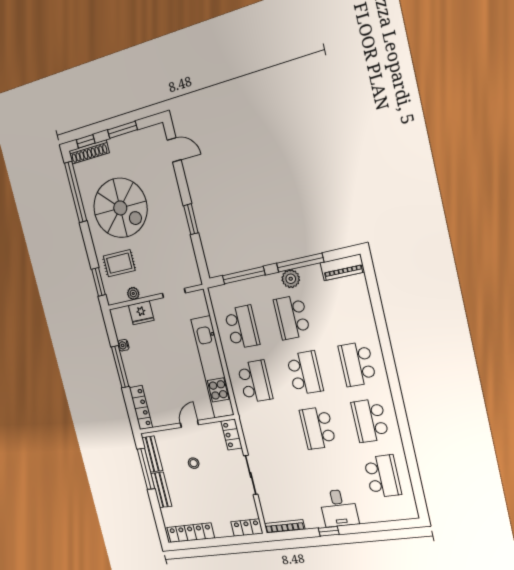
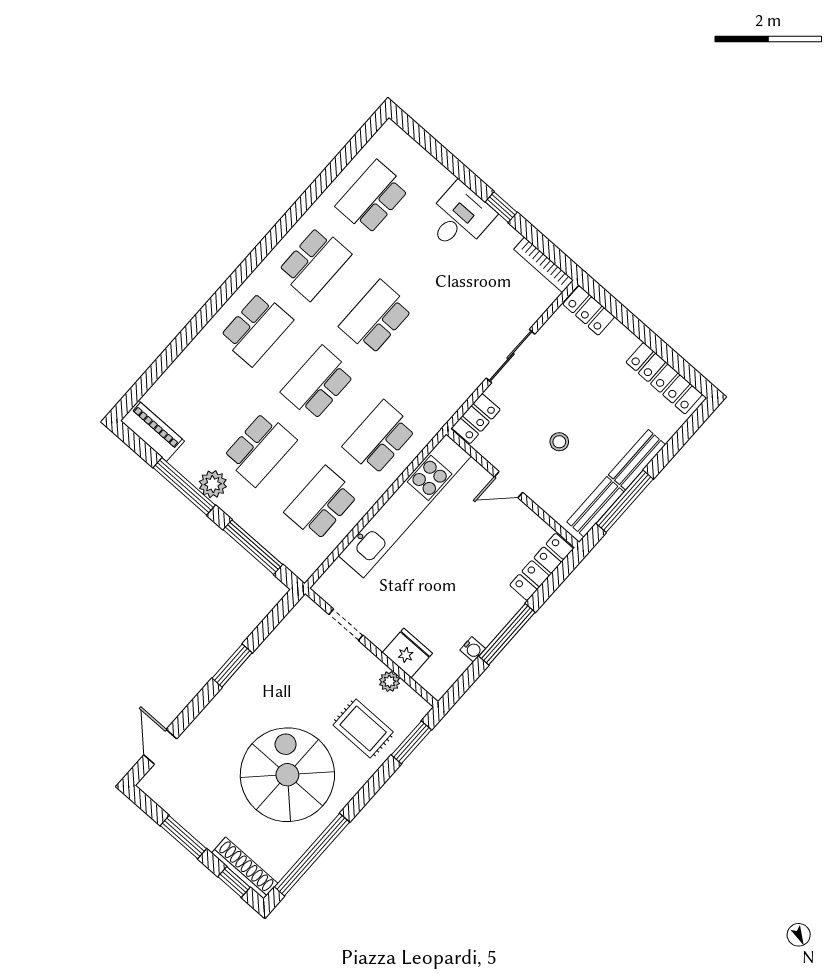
school desk: (318, 428) -> (376, 318), turned 180

